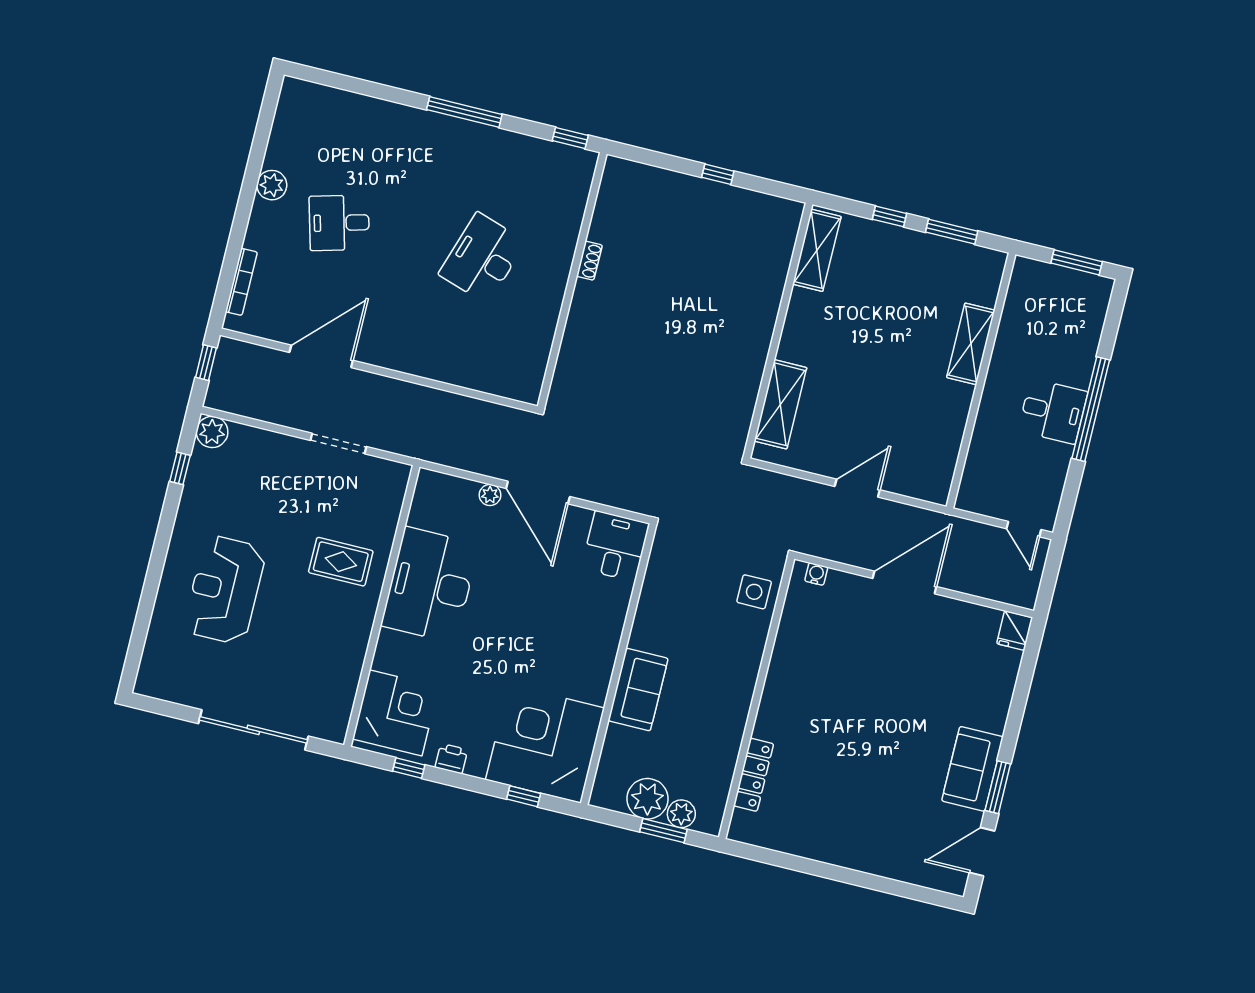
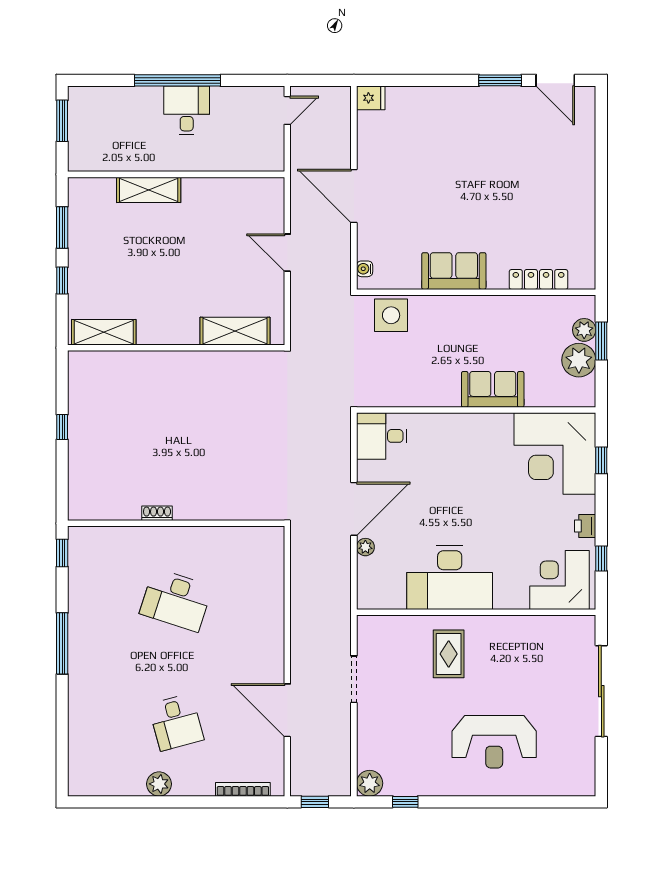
side table: (754, 592) -> (391, 315), width x1.37, depth x1.37
sofa: (972, 769) -> (454, 271), moved, turned 180

